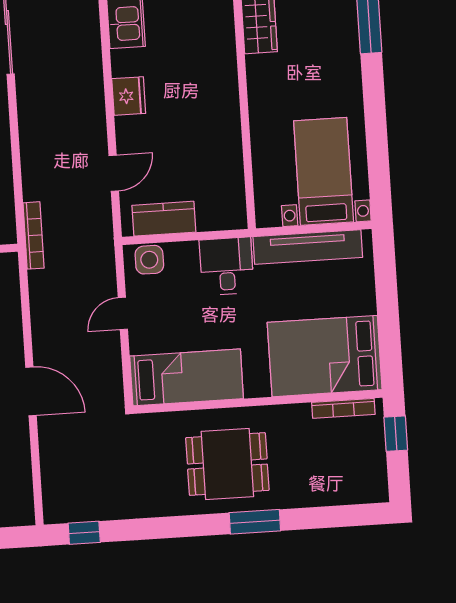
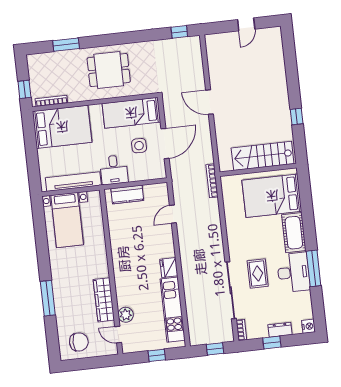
fridge: (129, 96) -> (169, 267), moved
kitchen counter: (164, 219) -> (127, 195), moved
side table: (149, 260) -> (139, 146), moved
door: (123, 313) -> (165, 144), width x1.88
window: (255, 522) -> (66, 45), moved

